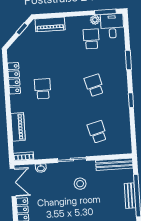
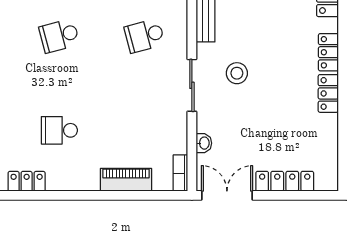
locker: (14, 78) -> (27, 181), width x0.66

